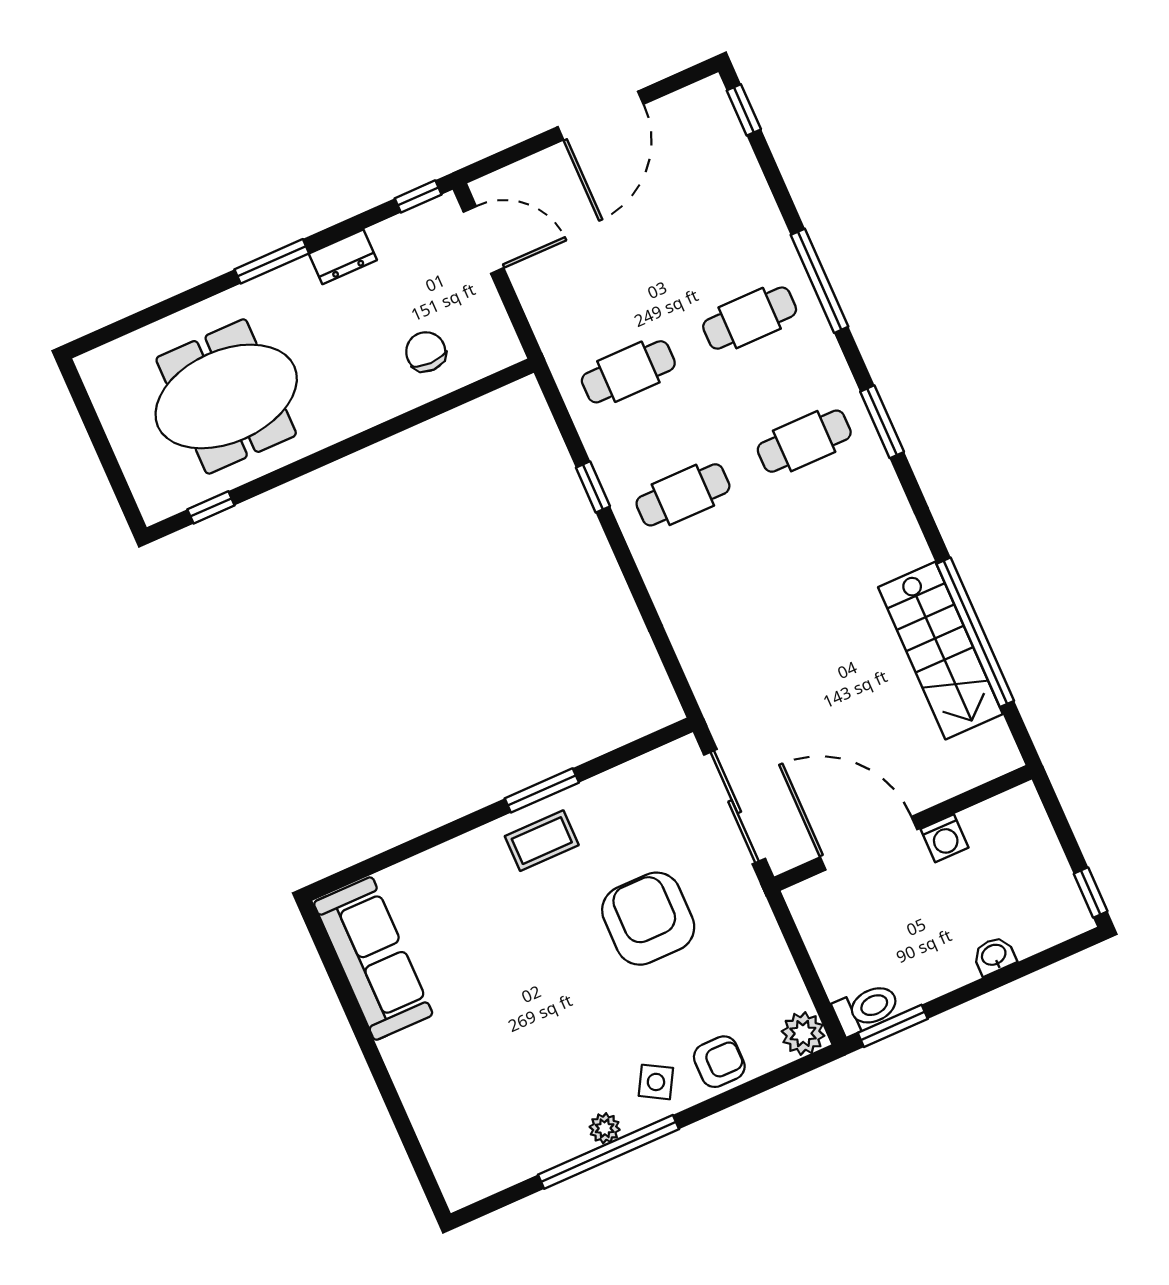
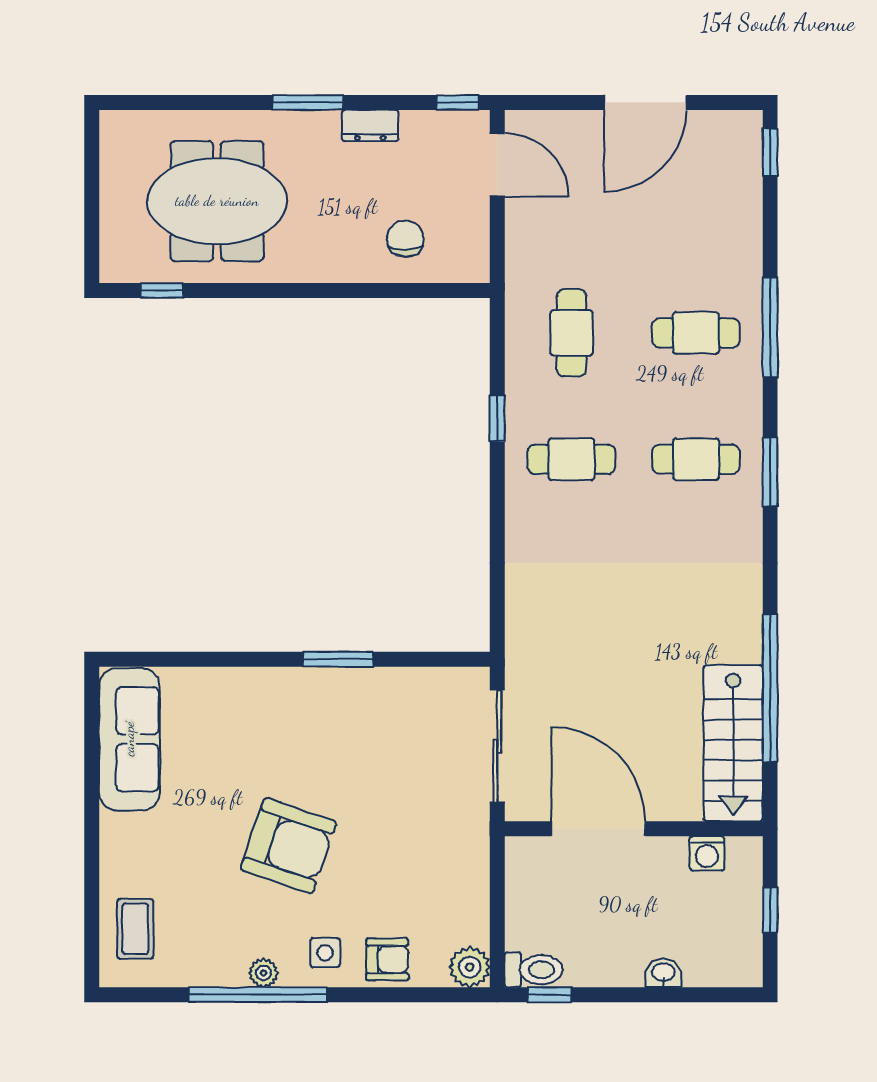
cafe table: (628, 372) -> (571, 333), turned 90
stairs: (940, 651) -> (733, 743), moved
washing machine: (945, 838) -> (707, 853), moved
coffee table: (542, 841) -> (135, 929), moved, turned 90
window: (1091, 892) -> (770, 910), moved
armchair: (648, 919) -> (289, 846), moved, turned 109
window: (893, 1026) -> (550, 995), width x0.67
side table: (656, 1082) -> (325, 953), turned -30

